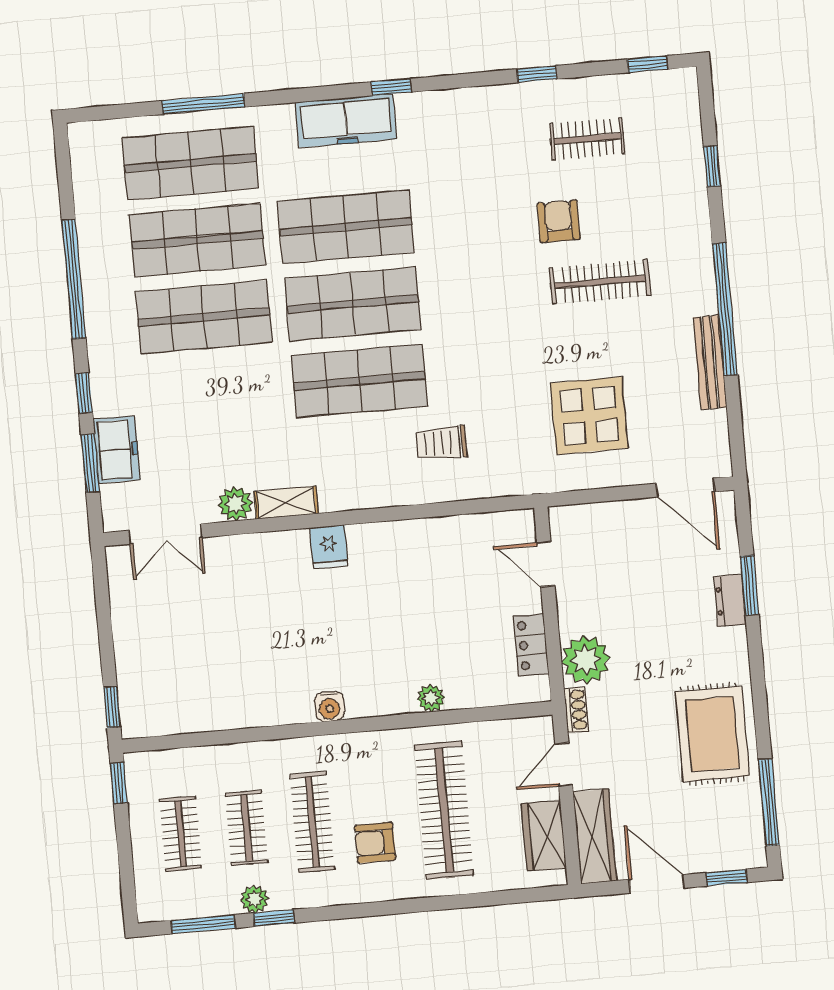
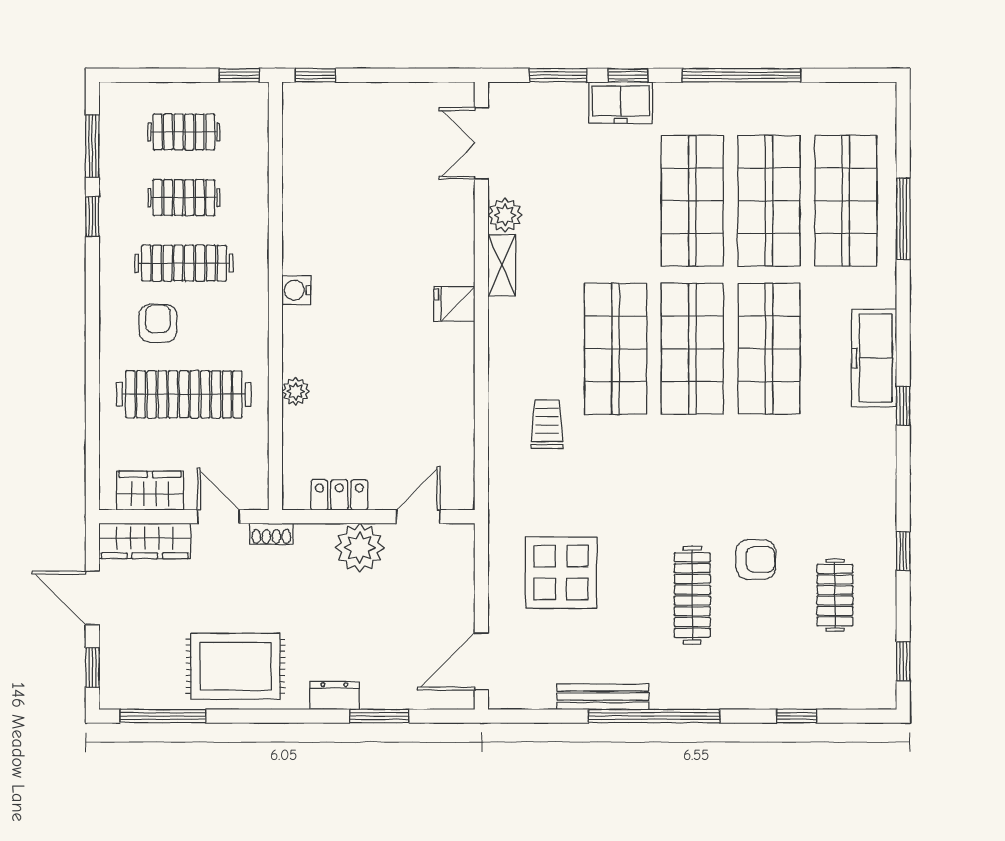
freezer: (117, 450) -> (621, 103), moved
dresser: (730, 600) -> (334, 696), moved
plant: (586, 660) -> (360, 548), moved
door: (657, 884) -> (92, 598), swing flipped
plant: (255, 899) -> (113, 199), removed

